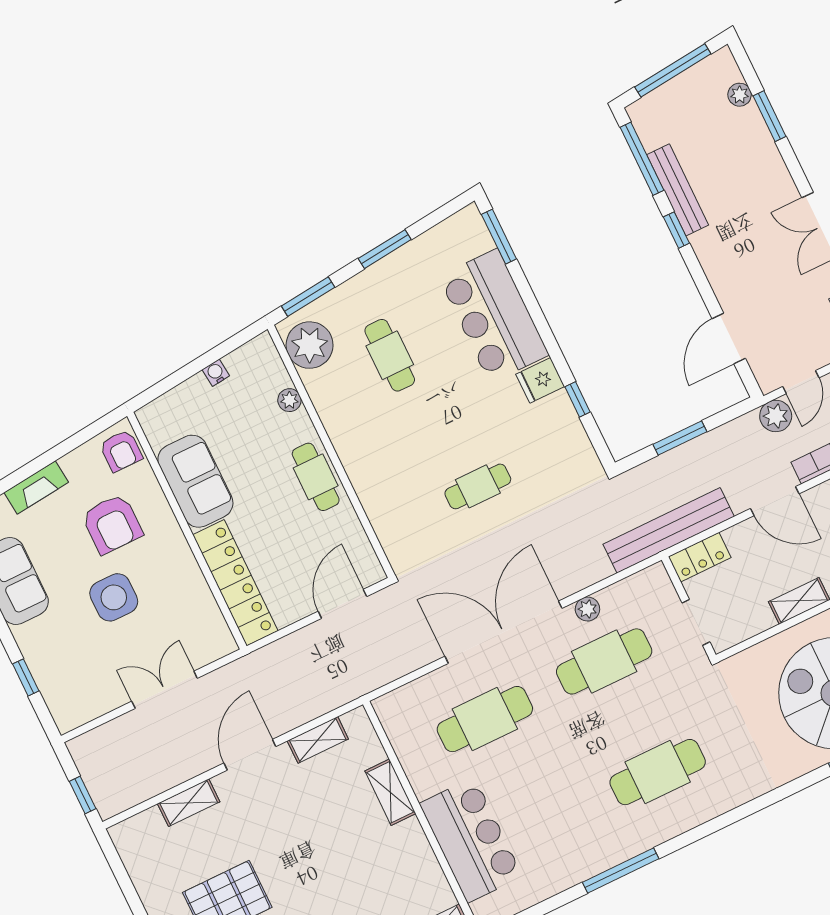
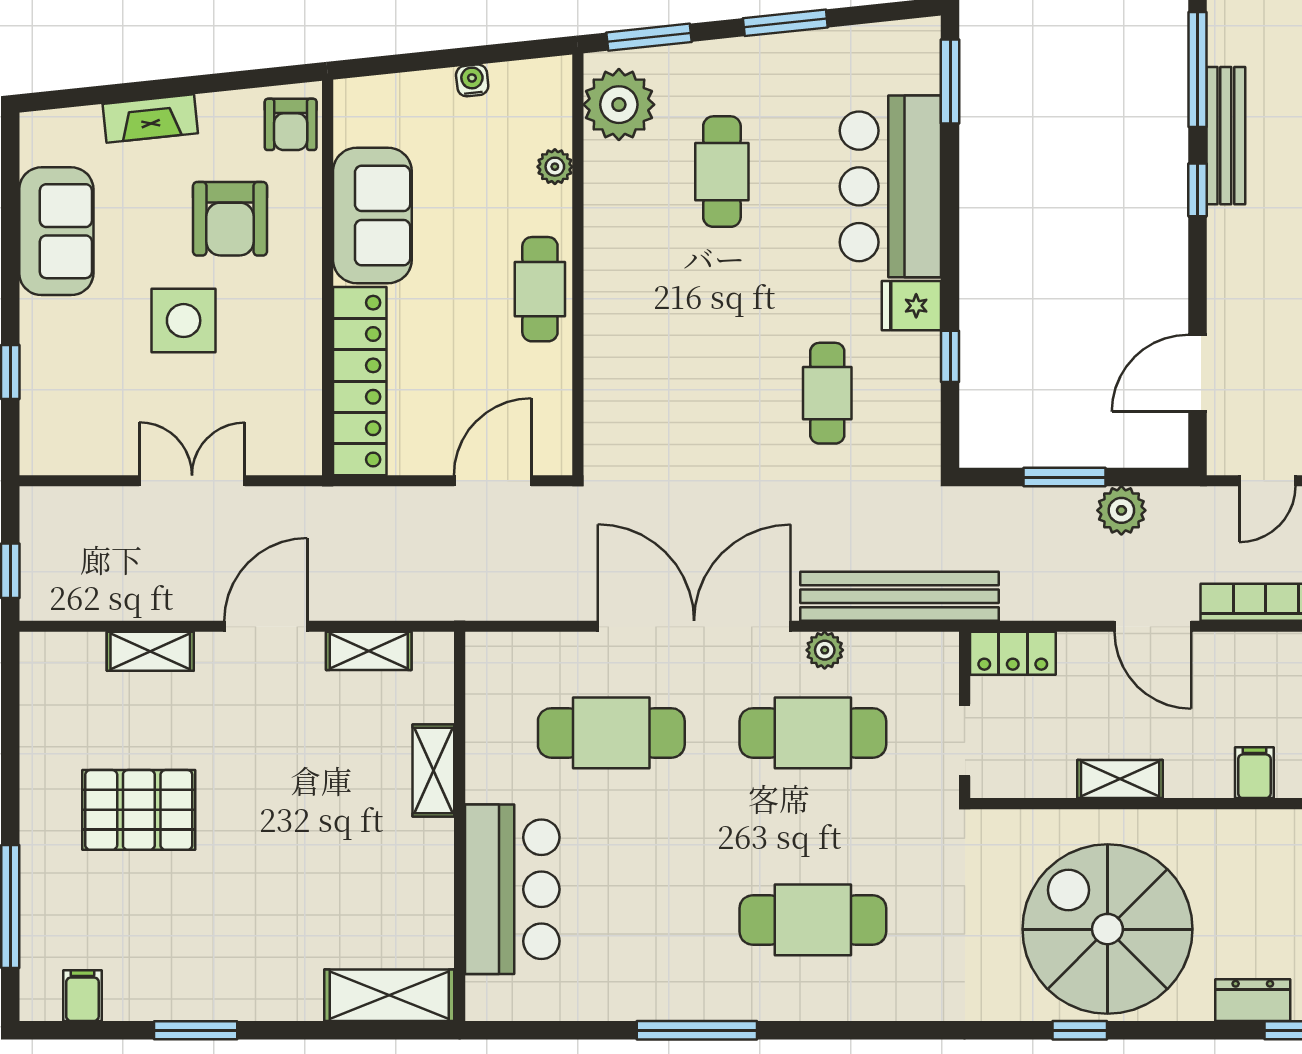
plant: (776, 416) -> (1121, 510), moved
cafe table: (478, 486) -> (827, 393), moved, turned 90
bench: (669, 530) -> (899, 596), moved

